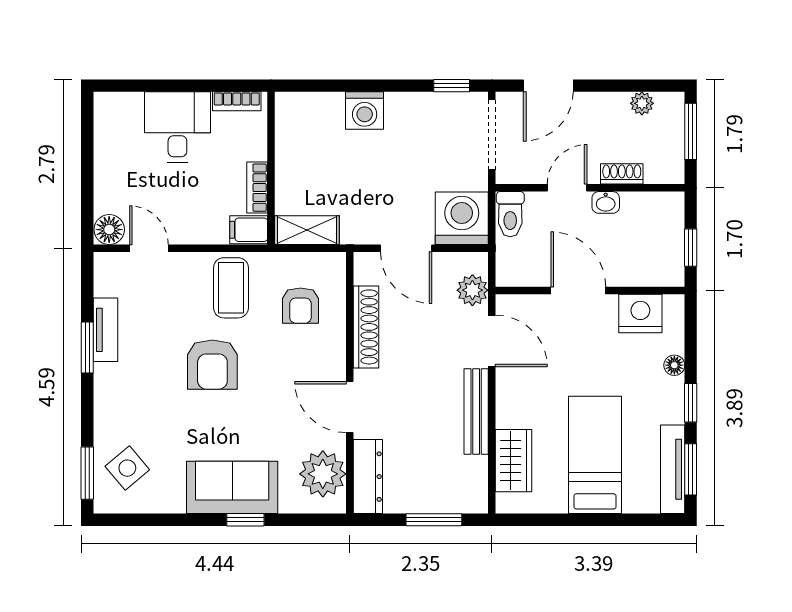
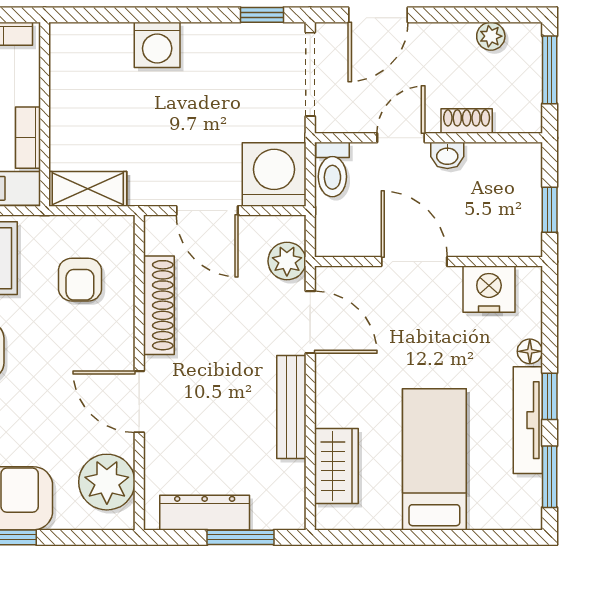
tv unit: (673, 469) -> (528, 420), moved
dresser: (368, 477) -> (205, 513), moved, turned -90

